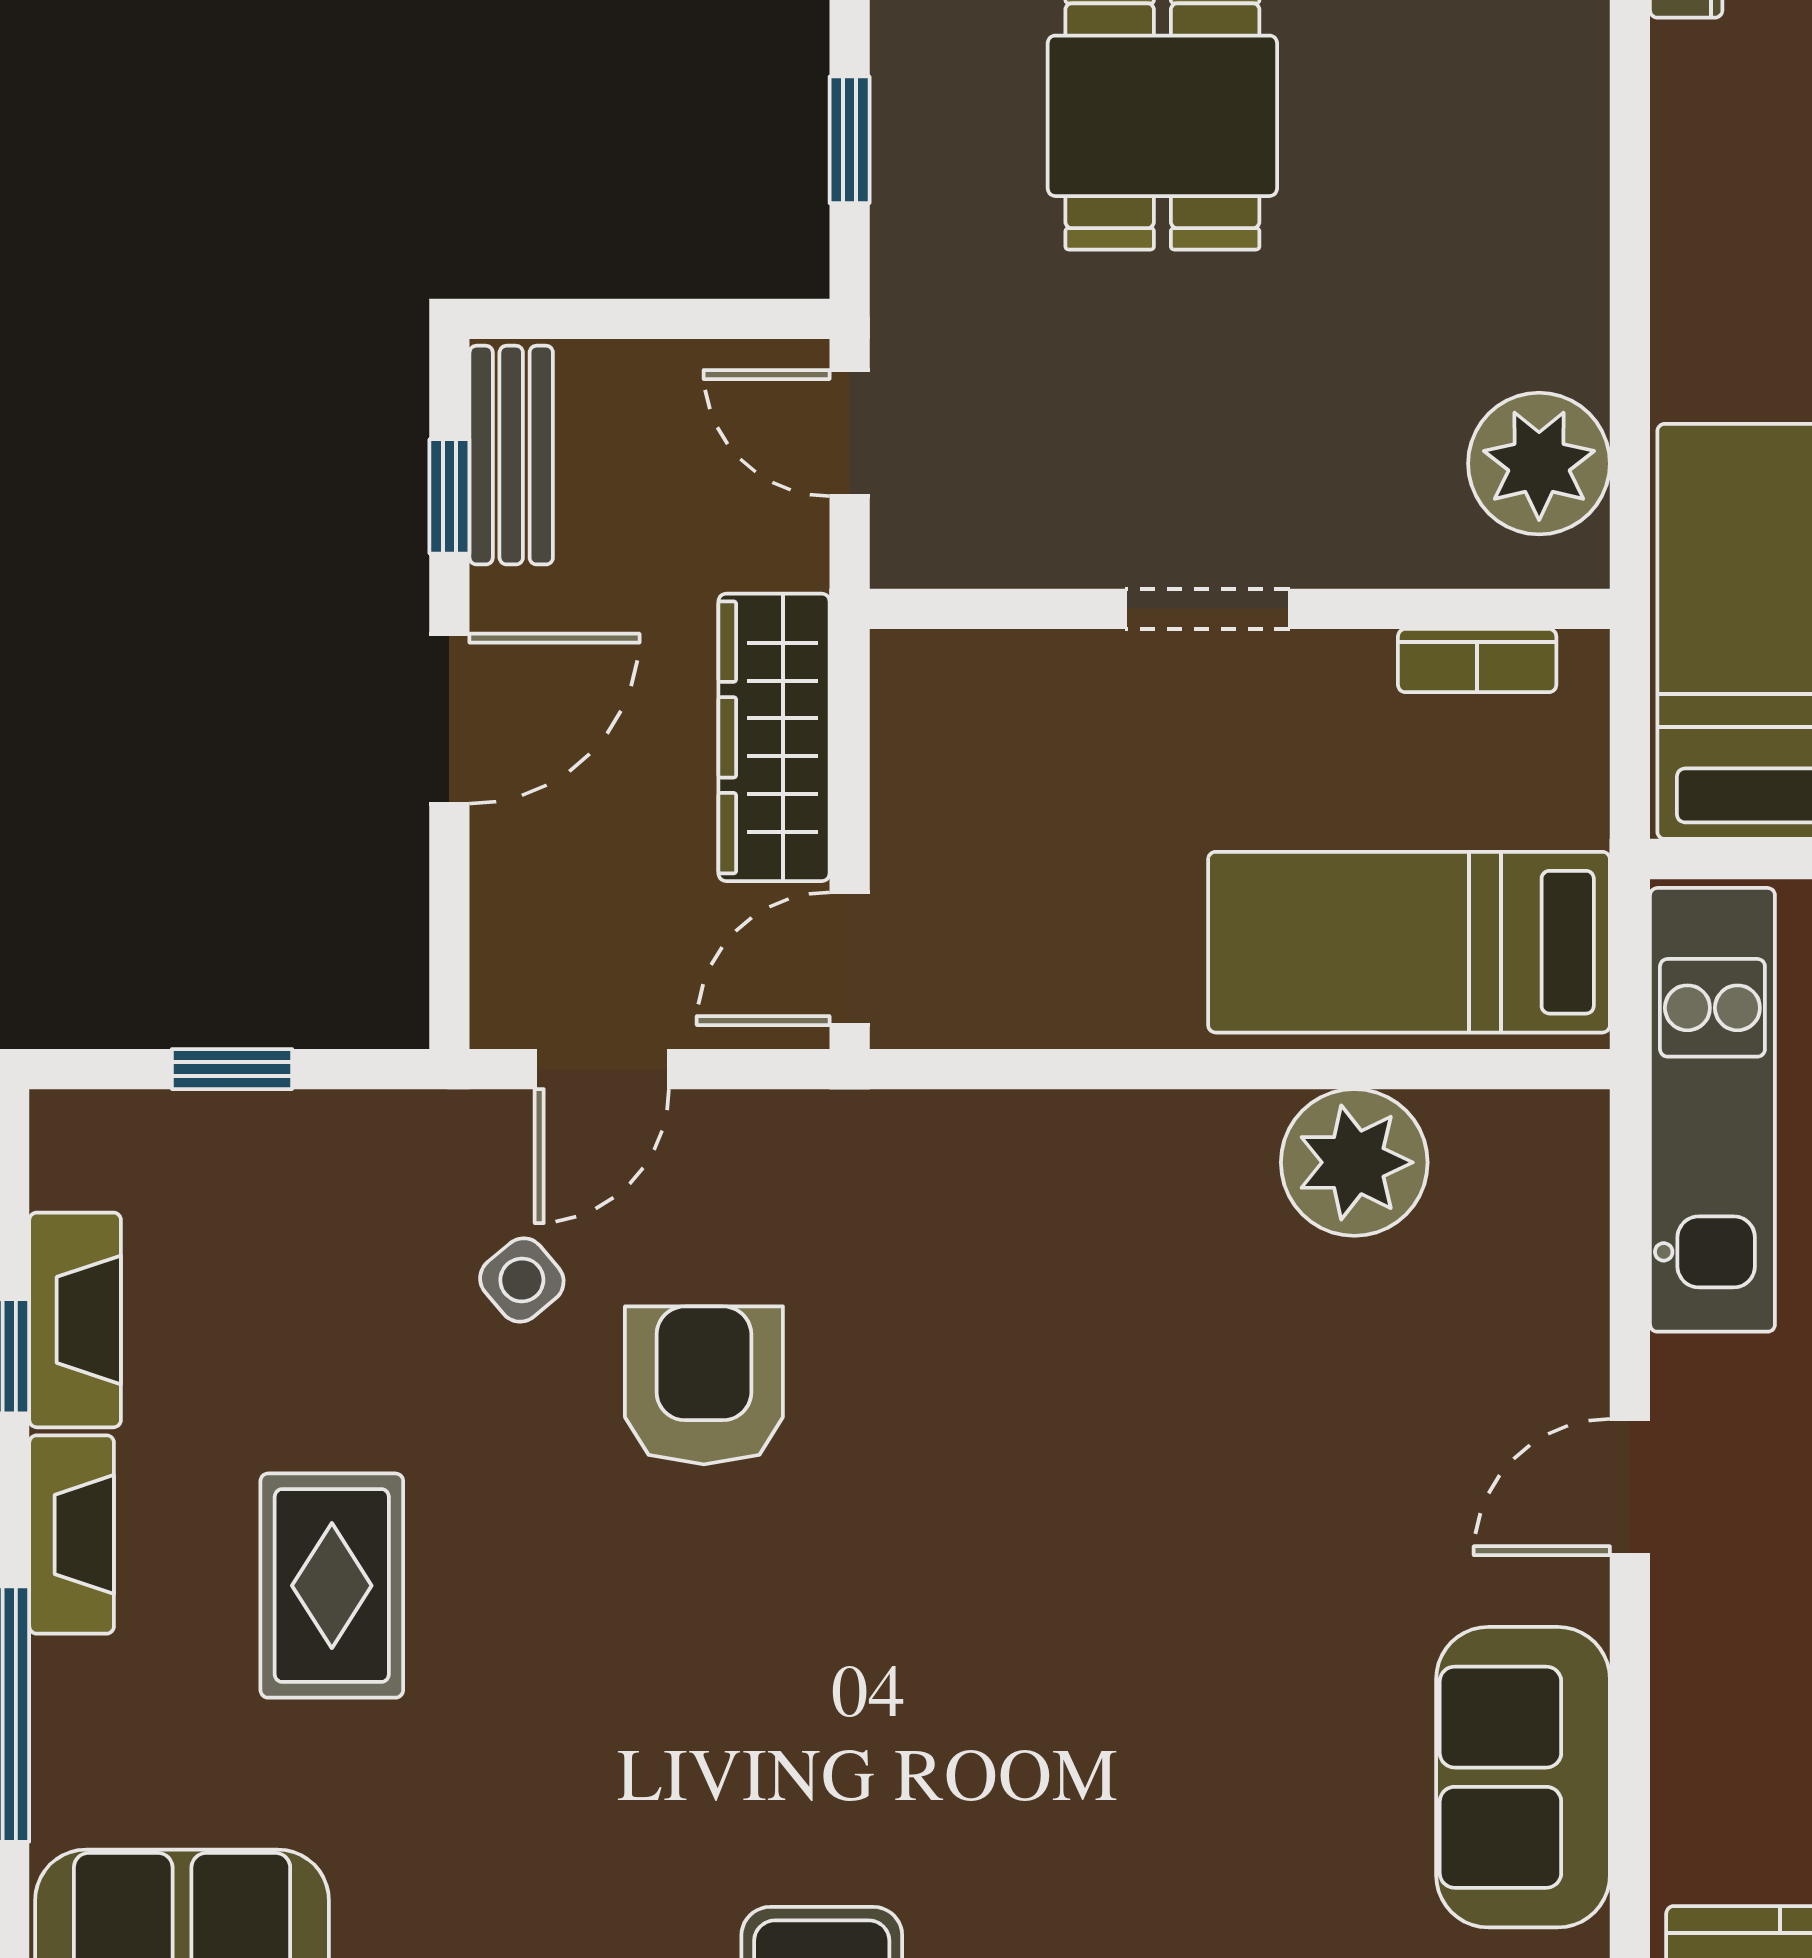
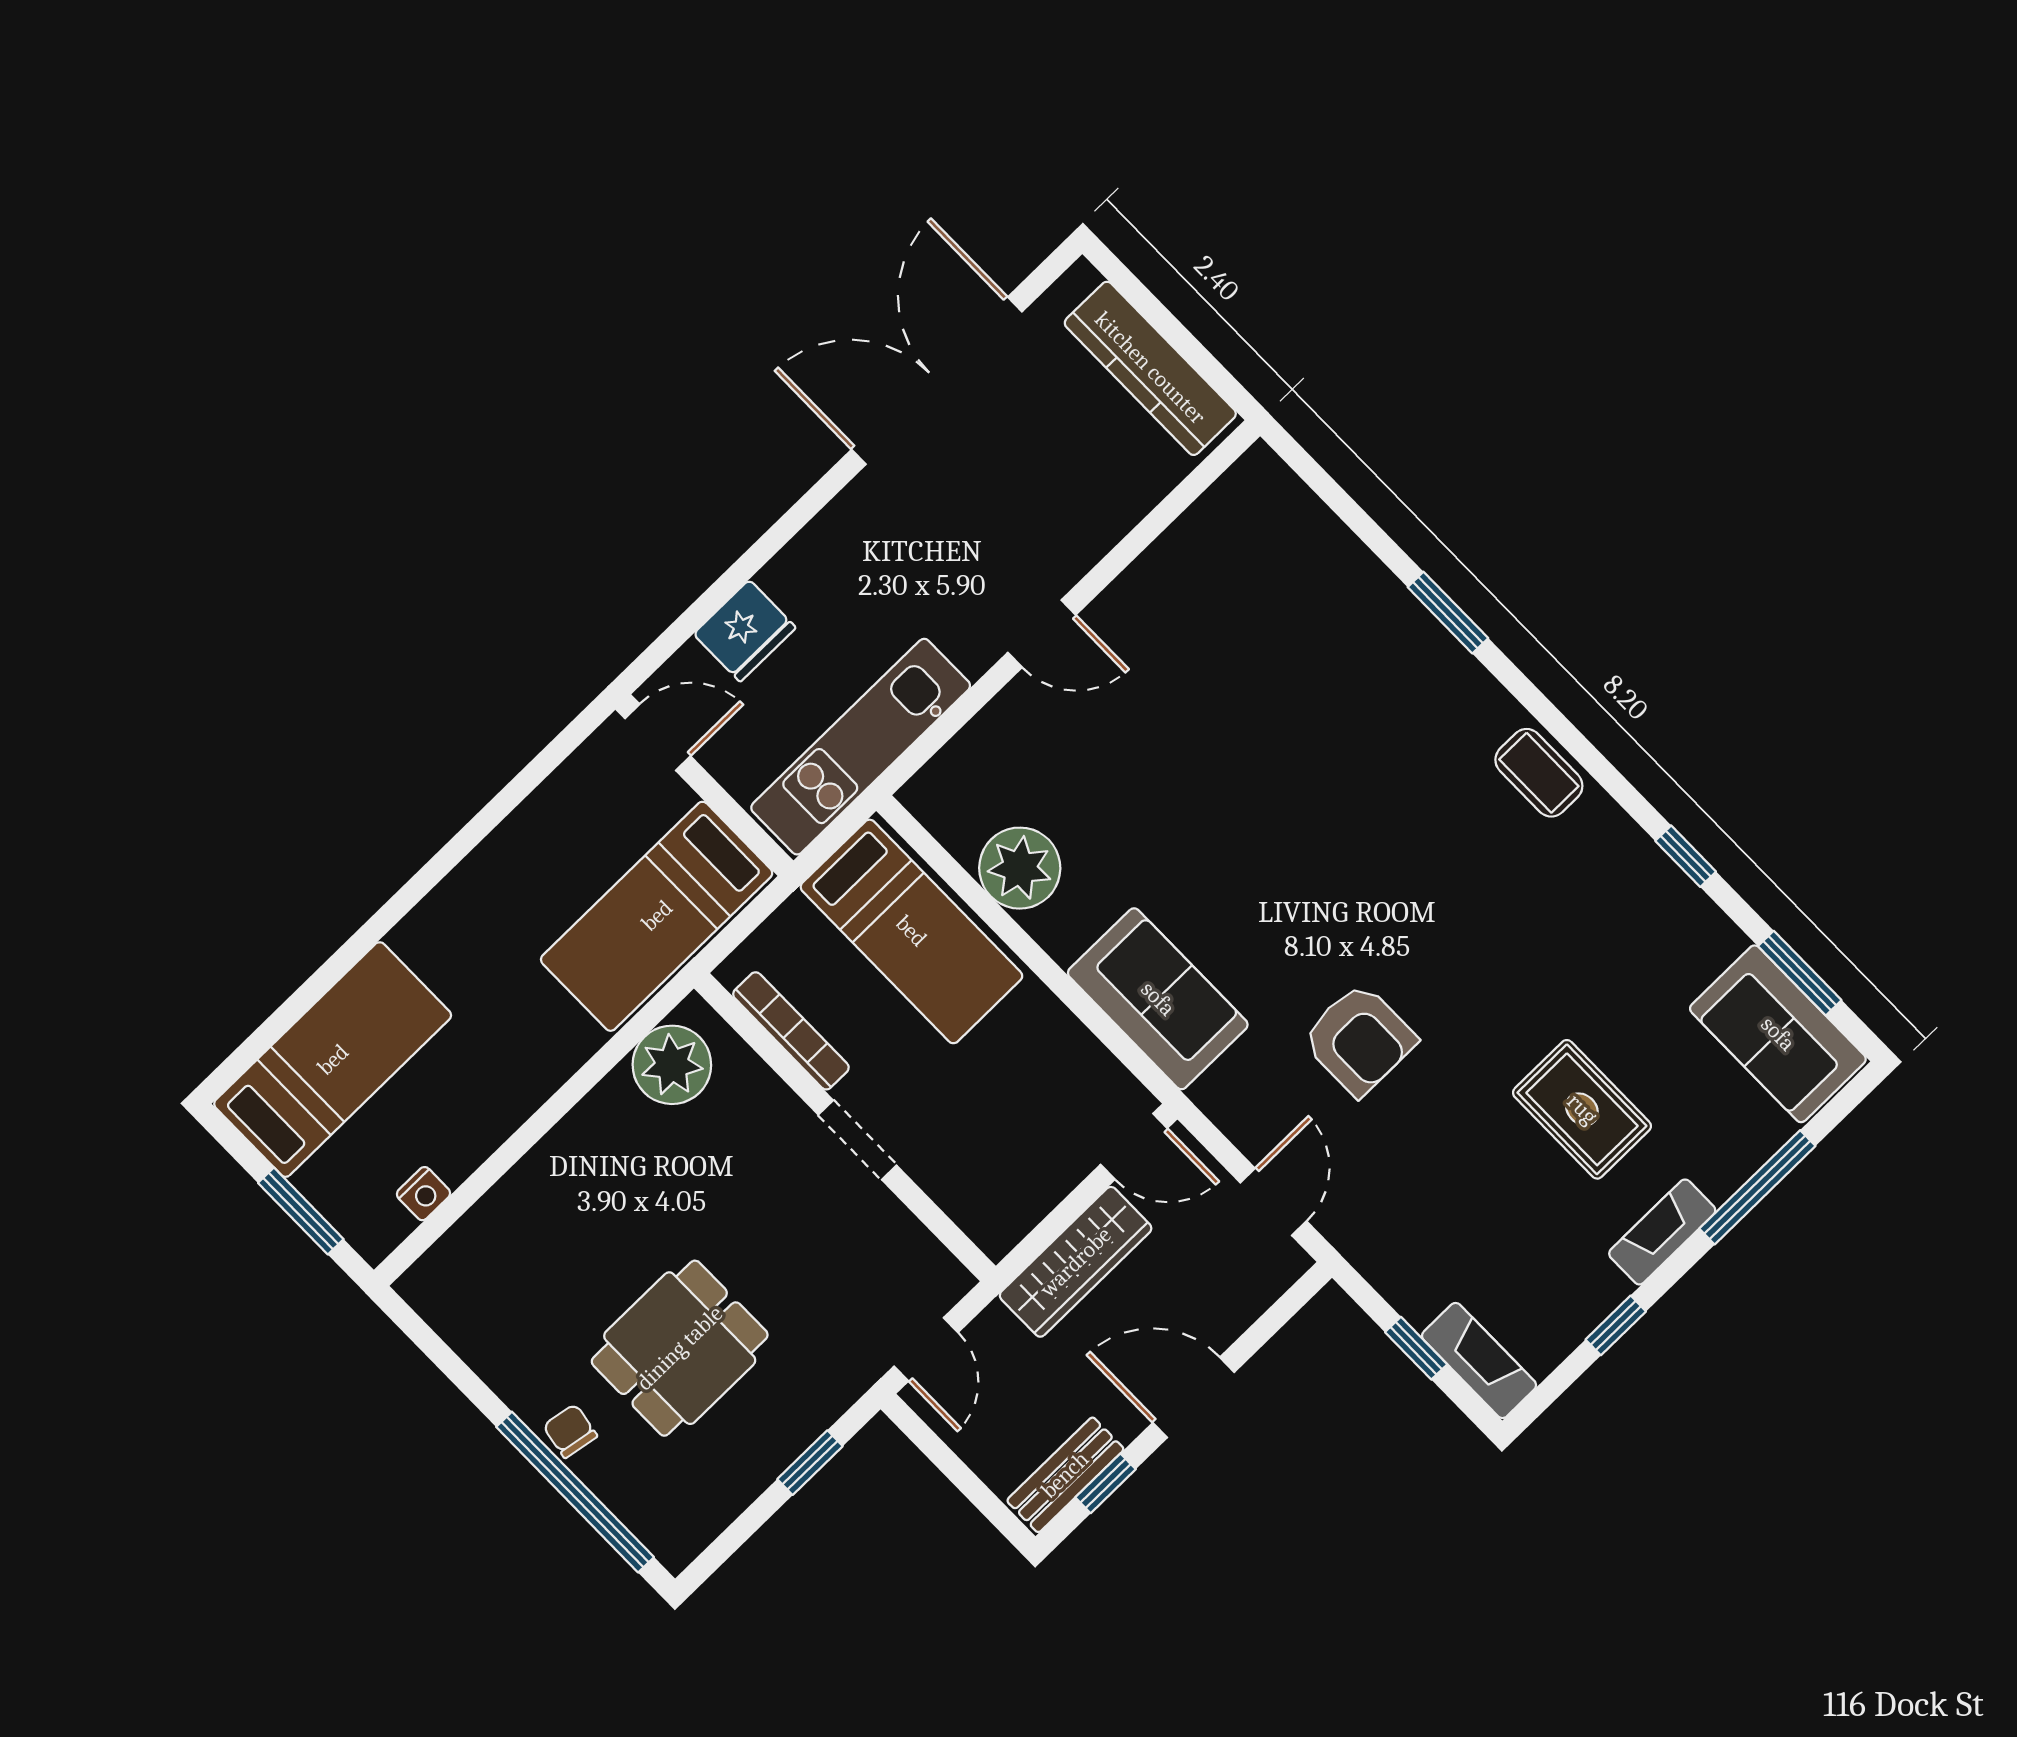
bookcase: (1477, 661) -> (791, 1031), width x1.56
door: (602, 1069) -> (1273, 1202), hinge flipped
side table: (522, 1280) -> (1388, 1152), removed
fireplace: (75, 1320) -> (1479, 1360), moved, turned 90
armchair: (704, 1385) -> (1359, 1039), turned -90
rug: (332, 1586) -> (1582, 1109), turned 90
sofa: (1523, 1777) -> (1158, 999), moved, turned -90

